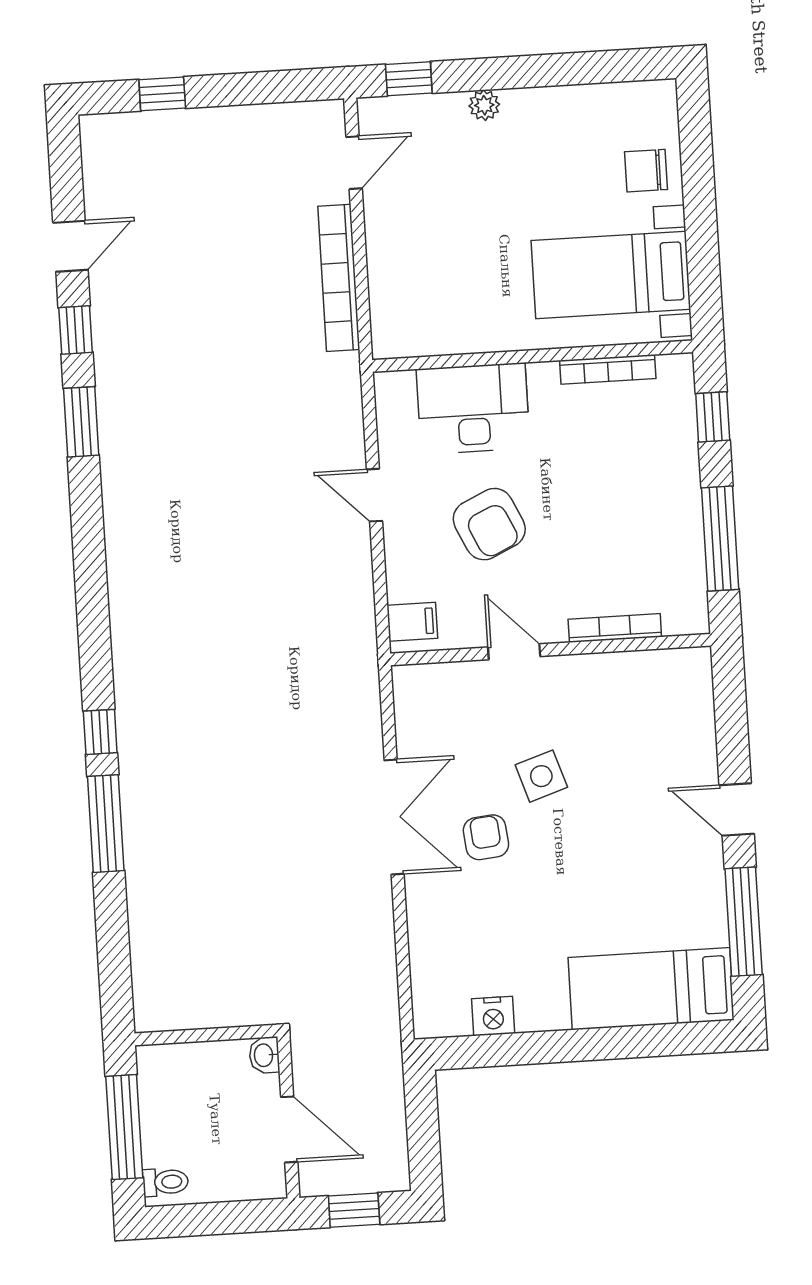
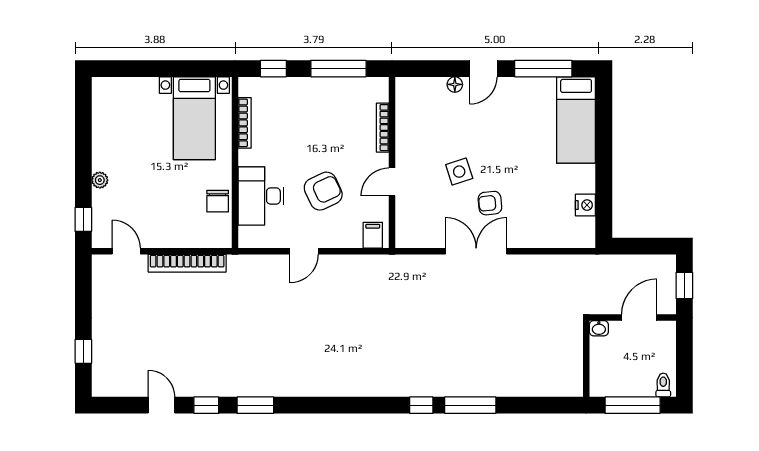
chair: (646, 171) -> (218, 201), moved
floor lamp: (704, 758) -> (455, 84), added

